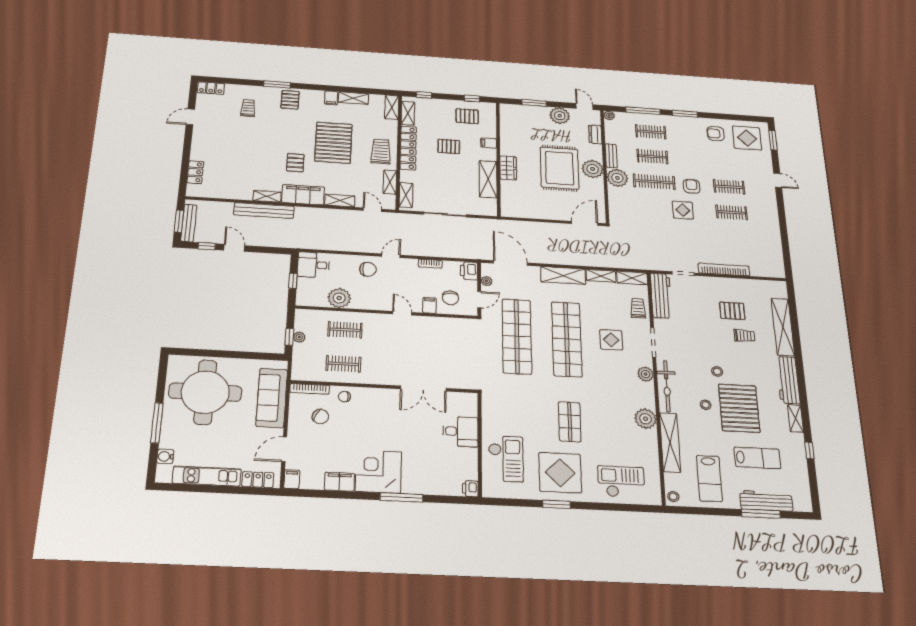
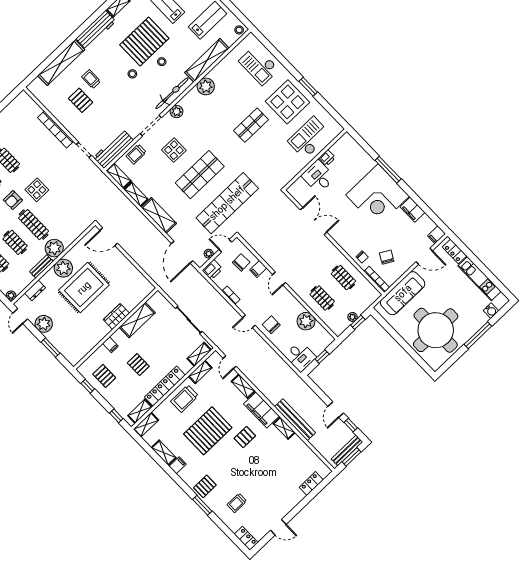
shop shelf: (567, 339) -> (200, 175), width x0.71
corner desk: (379, 472) -> (378, 196), width x1.36, depth x1.36
printer: (470, 489) -> (327, 158), moved

